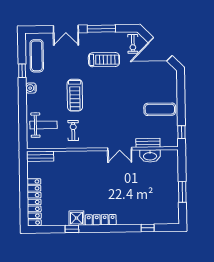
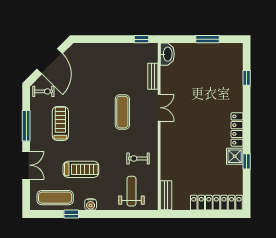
treadmill: (75, 95) -> (81, 169), moved
exercise mat: (160, 109) -> (122, 112), moved
washbasin: (150, 156) -> (167, 54), moved

